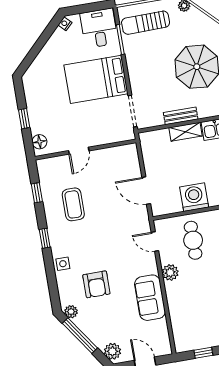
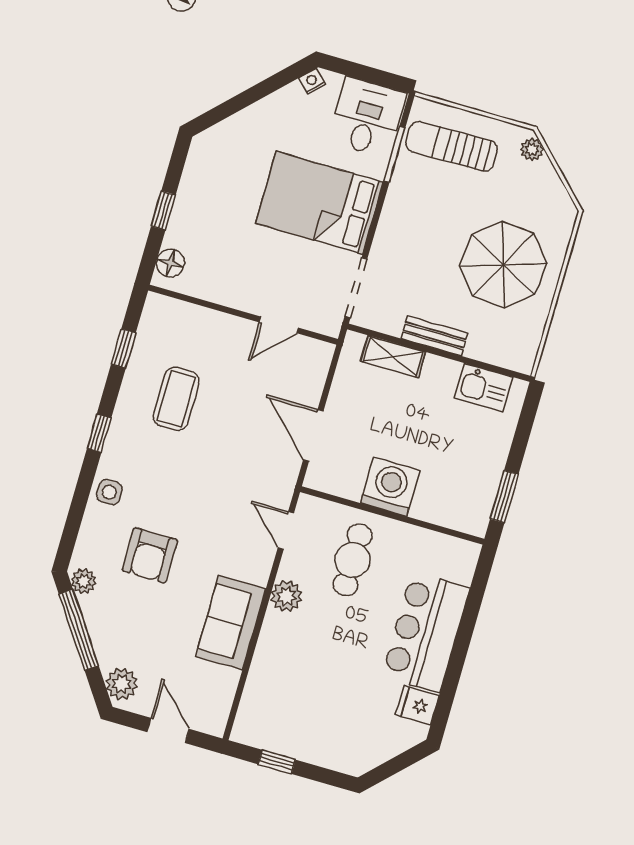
shelving: (186, 132) -> (393, 357), moved
door: (79, 151) -> (279, 325), moved

